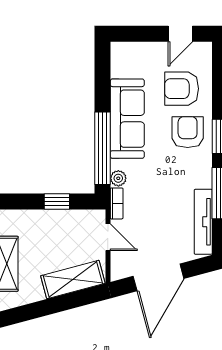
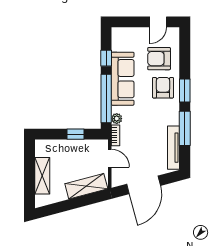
window: (102, 88) -> (106, 58), added

